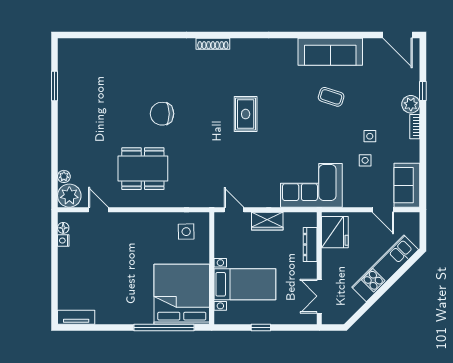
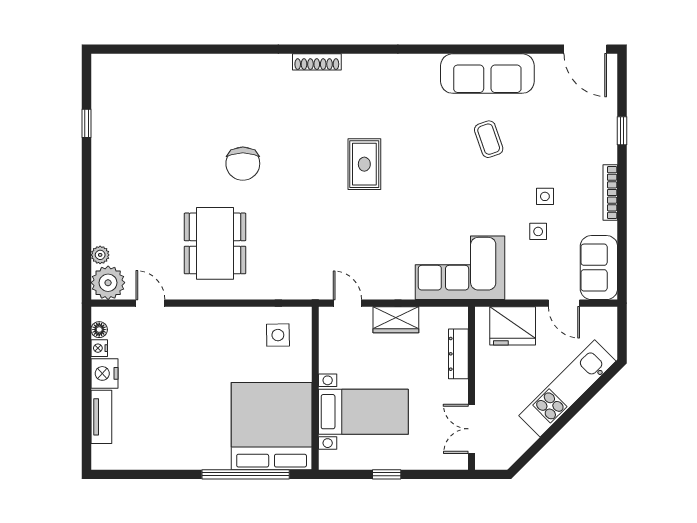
window: (55, 86) -> (86, 123), width x0.67
coffee table: (331, 97) -> (489, 139), turned 53
plant: (411, 104) -> (605, 150), removed
chair: (162, 114) -> (243, 164), turned -90
bookcase: (415, 127) -> (610, 193), width x1.56
dining table: (143, 169) -> (215, 243), turned 90
fridge: (335, 232) -> (513, 326), moved, turned 90
nightstand: (67, 258) -> (104, 373), added
tv unit: (76, 317) -> (101, 417), moved, turned 90

